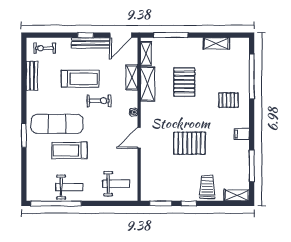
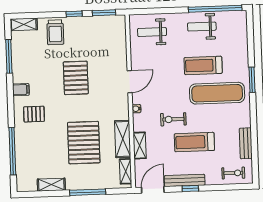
window: (171, 35) -> (88, 192), moved
pallet: (184, 82) -> (84, 143), width x1.37, depth x1.41
pallet: (228, 100) -> (34, 114), moved
pallet: (190, 143) -> (76, 78), turned 90
treadmill: (69, 150) -> (203, 65), turned 180

